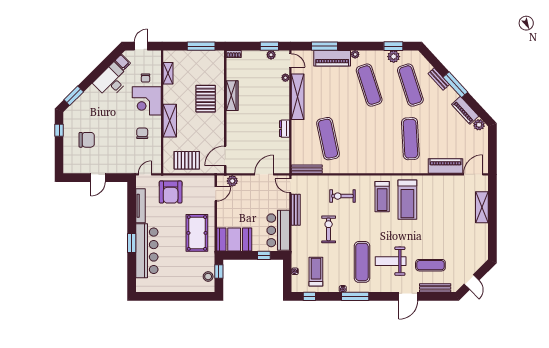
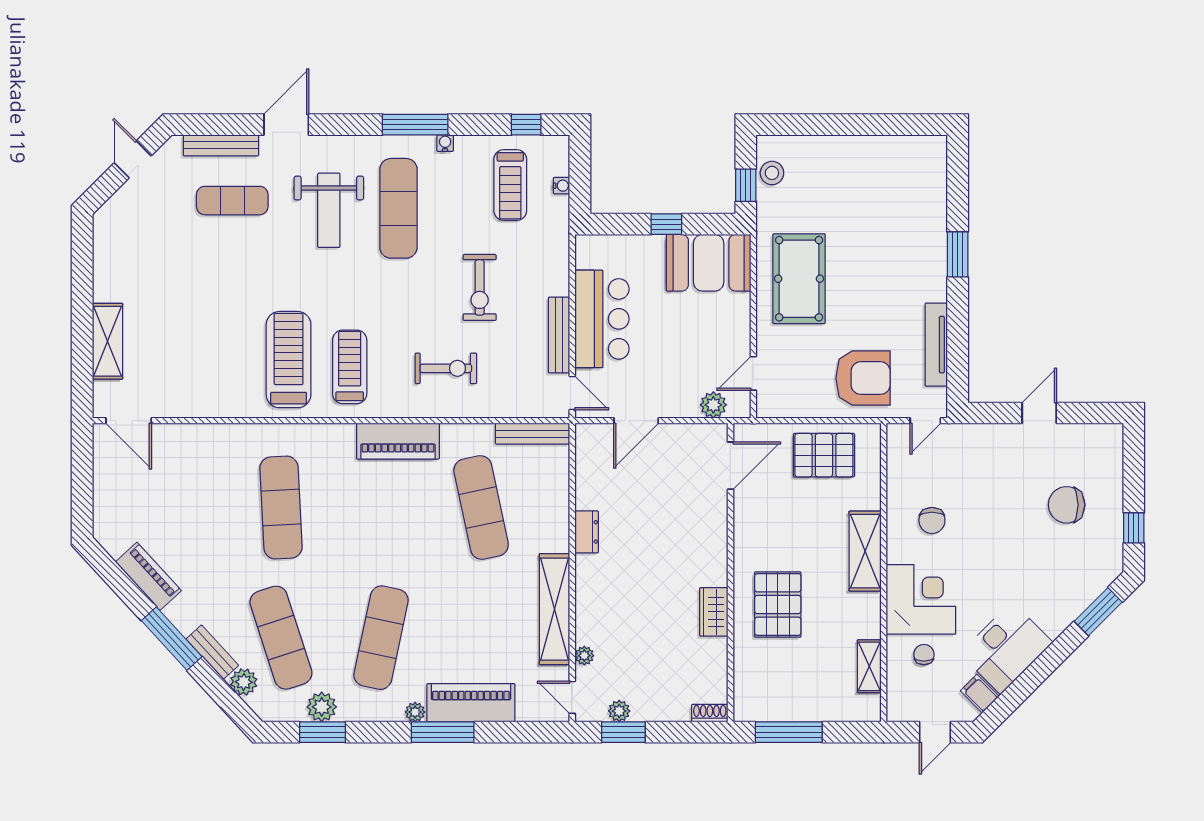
window: (325, 46) -> (443, 732), moved
exercise mat: (369, 85) -> (381, 638), turned 30
wardrobe: (232, 96) -> (714, 612), width x0.67
plant: (479, 125) -> (244, 682), moved
piano: (446, 166) -> (398, 441), moved
door: (473, 174) -> (129, 421), hinge flipped
armchair: (171, 192) -> (863, 378), turned 90
bar counter: (278, 230) -> (602, 319), moved
bar counter: (147, 251) -> (921, 235), removed
window: (264, 255) -> (666, 224), moved
weight bench: (391, 261) -> (329, 210), turned 90

